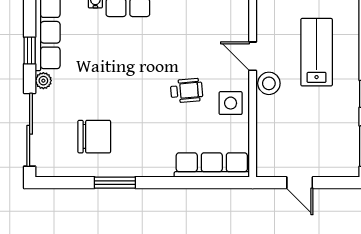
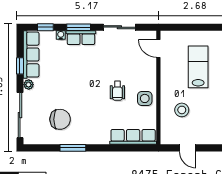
door: (253, 56) -> (158, 48), moved
stool: (269, 83) -> (182, 110), moved
wheelchair: (187, 91) -> (117, 91), turned 95

